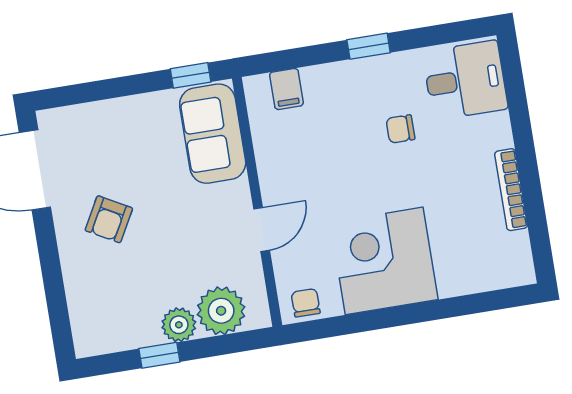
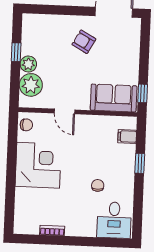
window: (369, 46) -> (140, 163), moved
bookcase: (511, 190) -> (52, 231), width x0.64

